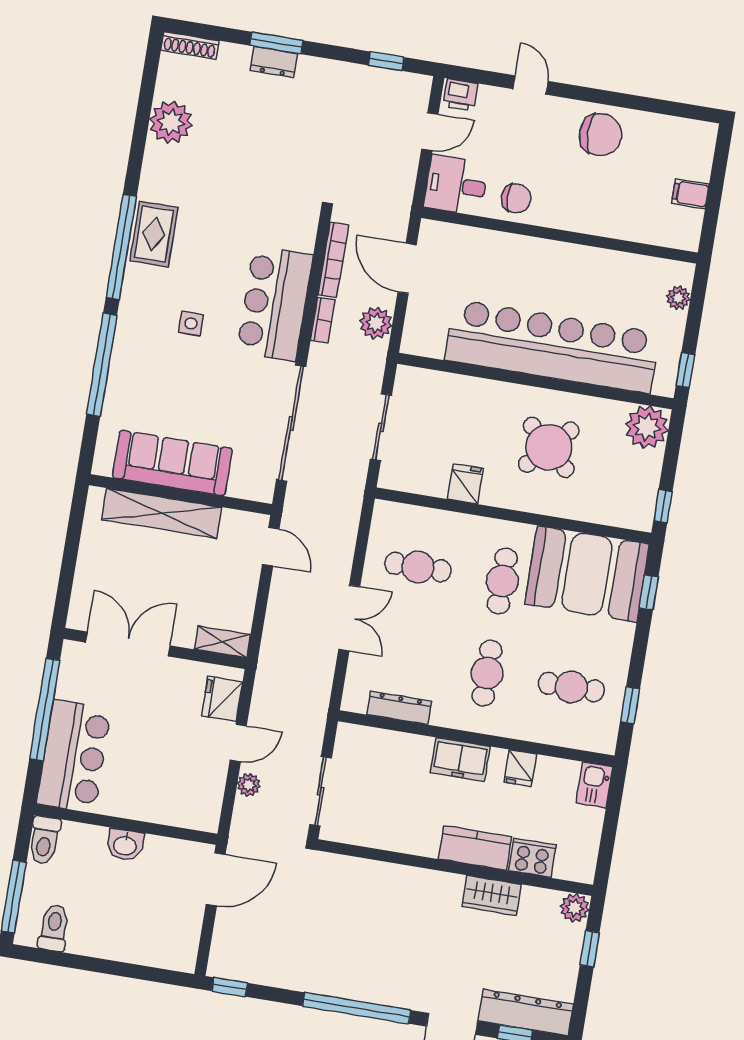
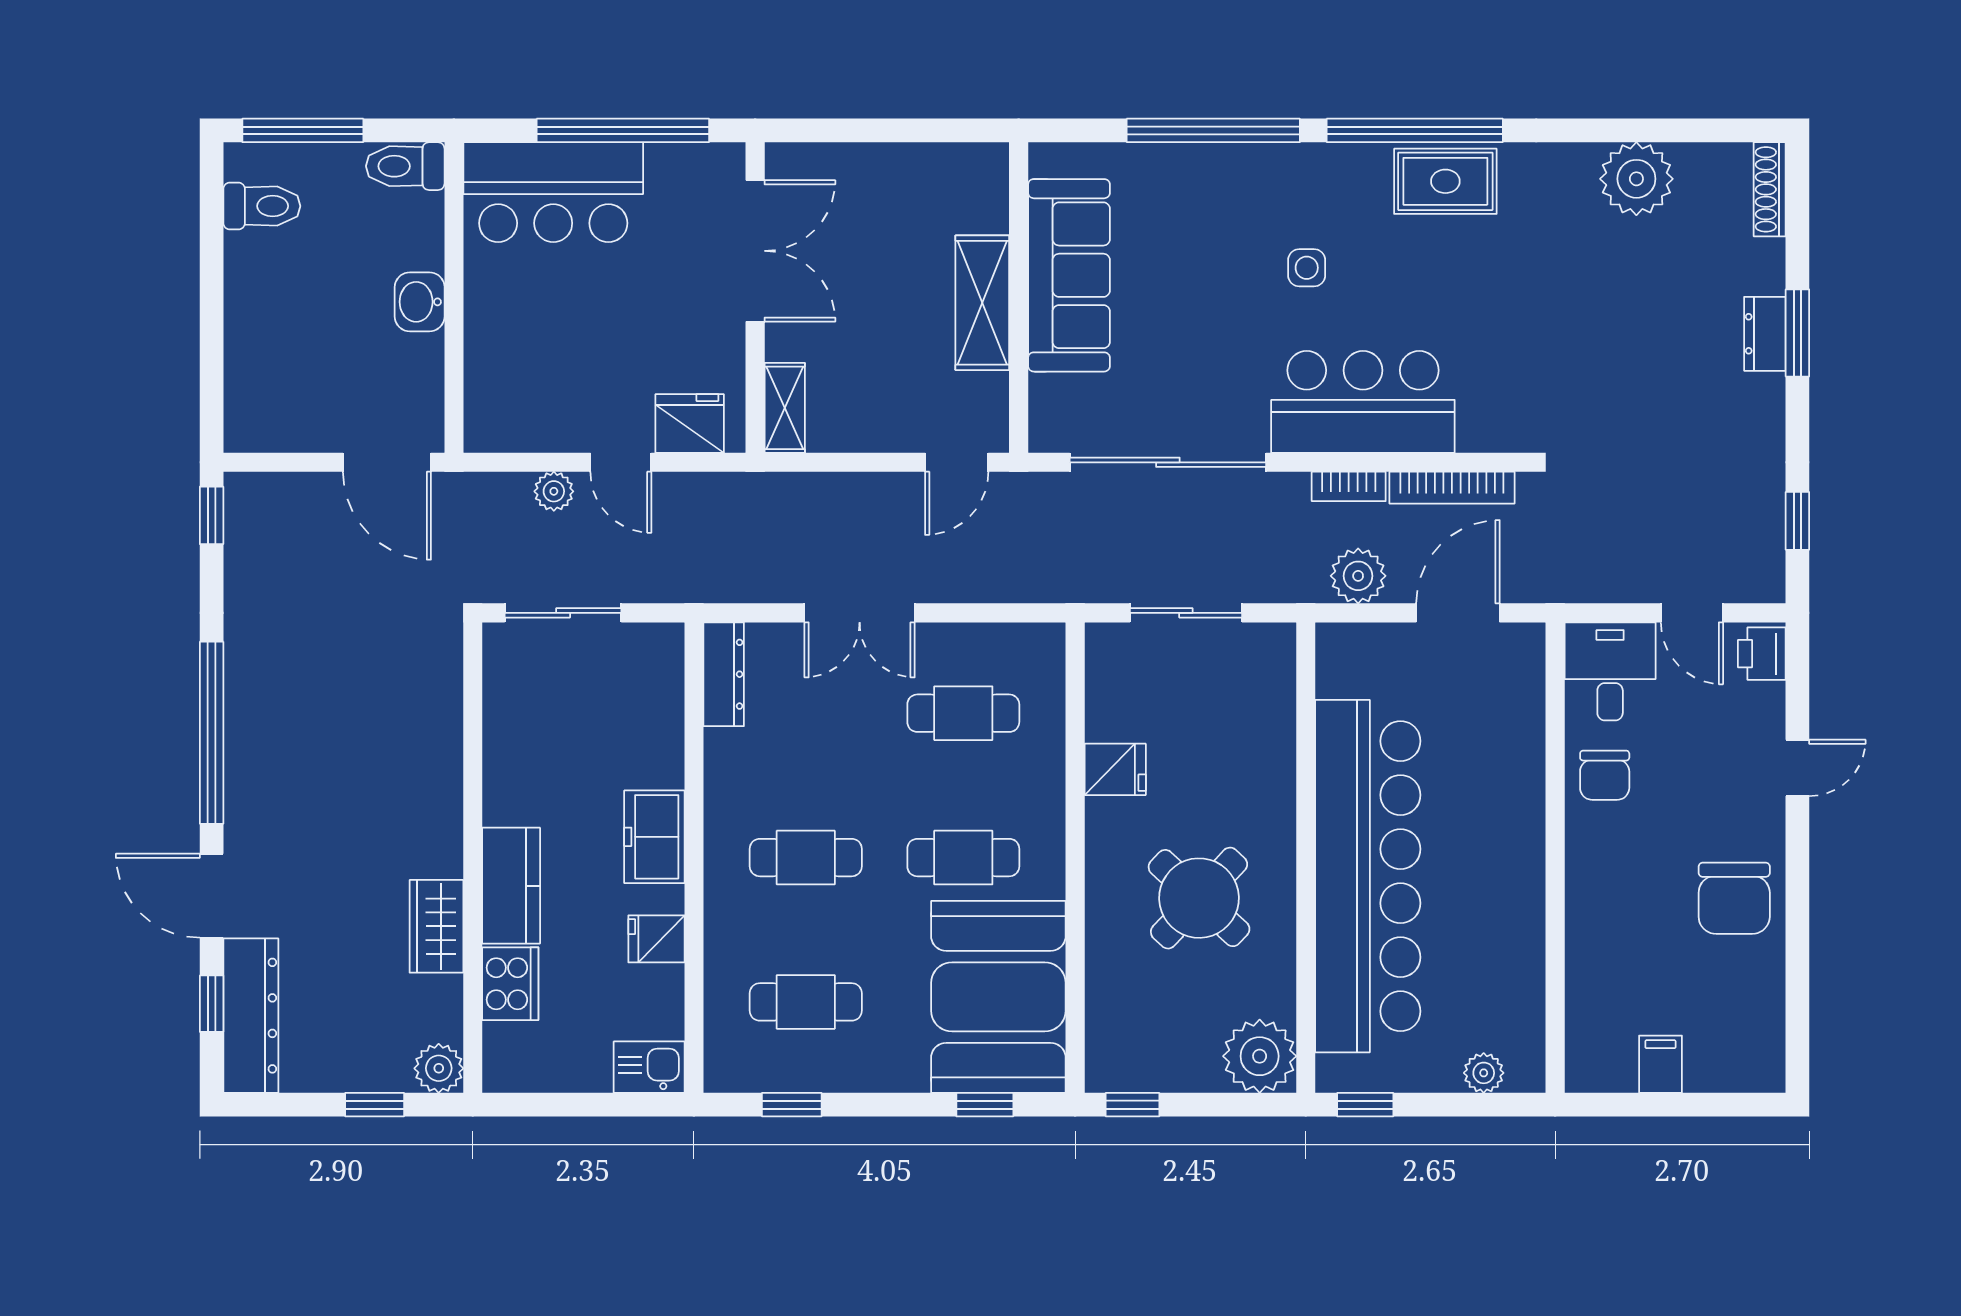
shelving: (162, 513) -> (982, 303), width x0.68
cafe table: (418, 567) -> (963, 713), turned 90
cafe table: (571, 687) -> (806, 1002), turned 90
dresser: (399, 708) -> (724, 674), moved

